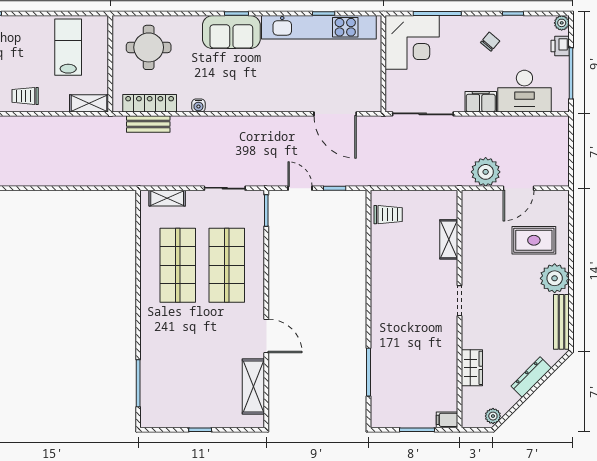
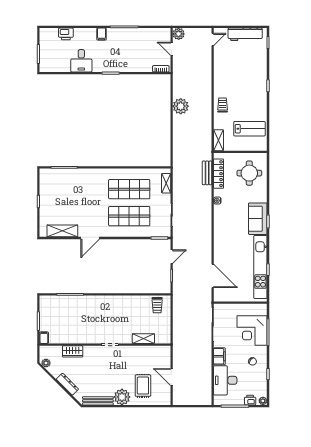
corner desk: (412, 42) -> (252, 330), moved
door: (335, 114) -> (213, 276), swing flipped
plant: (486, 172) -> (181, 106), moved

